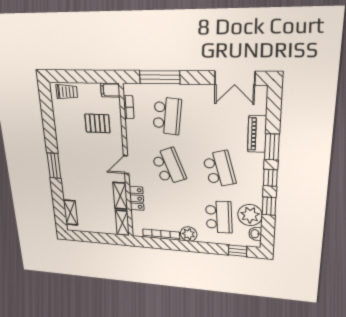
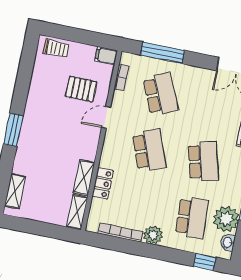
school desk: (167, 116) -> (161, 94), turned -30
door: (126, 165) -> (106, 117), moved

